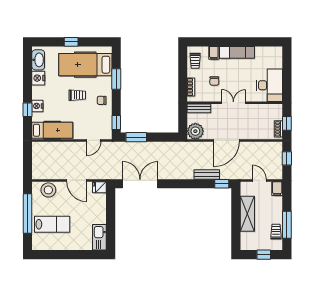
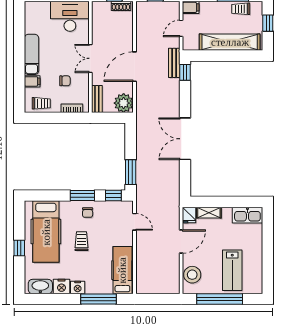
window: (116, 79) -> (82, 195), moved
nightstand: (37, 106) -> (78, 287), moved
window: (28, 110) -> (99, 299), width x2.17
door: (227, 140) -> (134, 67), swing flipped
bench: (207, 174) -> (174, 63), moved
double door: (140, 184) -> (185, 139), moved
shelving: (102, 204) -> (209, 213), added
shelving: (247, 214) -> (230, 42), width x1.47
lab bench: (52, 224) -> (232, 270), turned 180

